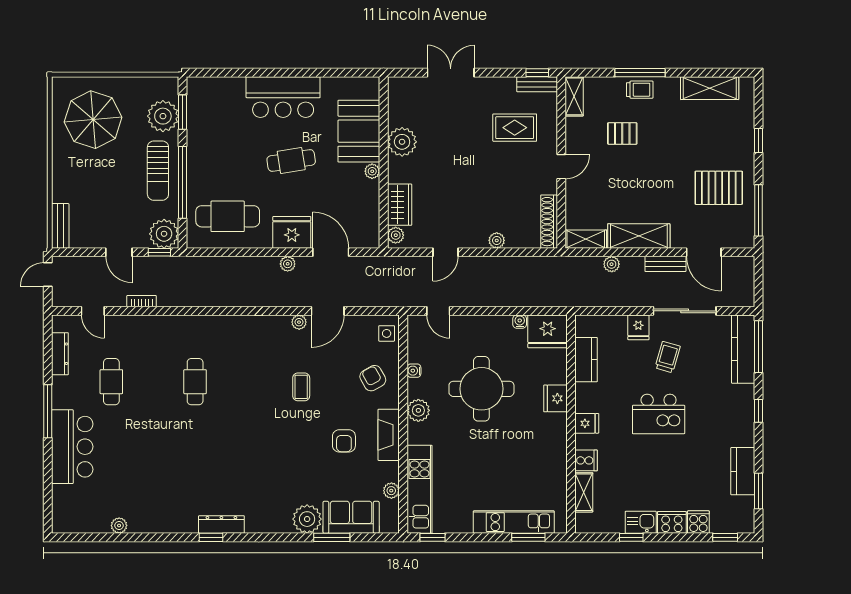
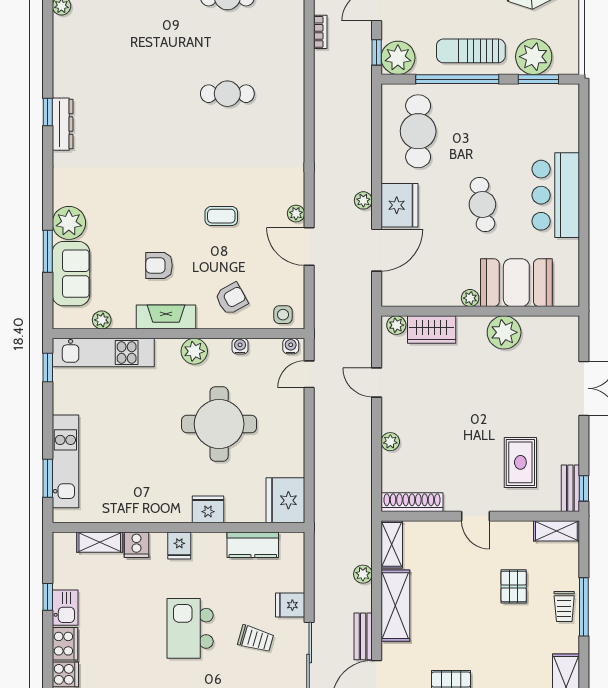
water cooler: (520, 322) -> (291, 346), moved, turned -90

